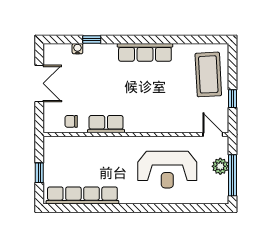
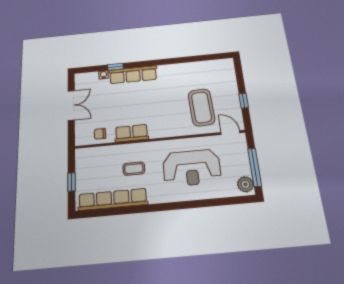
row of seats: (145, 52) -> (133, 75), moved
coffee table: (208, 74) -> (201, 107), moved
coffee table: (106, 165) -> (134, 169), added
plant: (220, 166) -> (245, 184), moved

